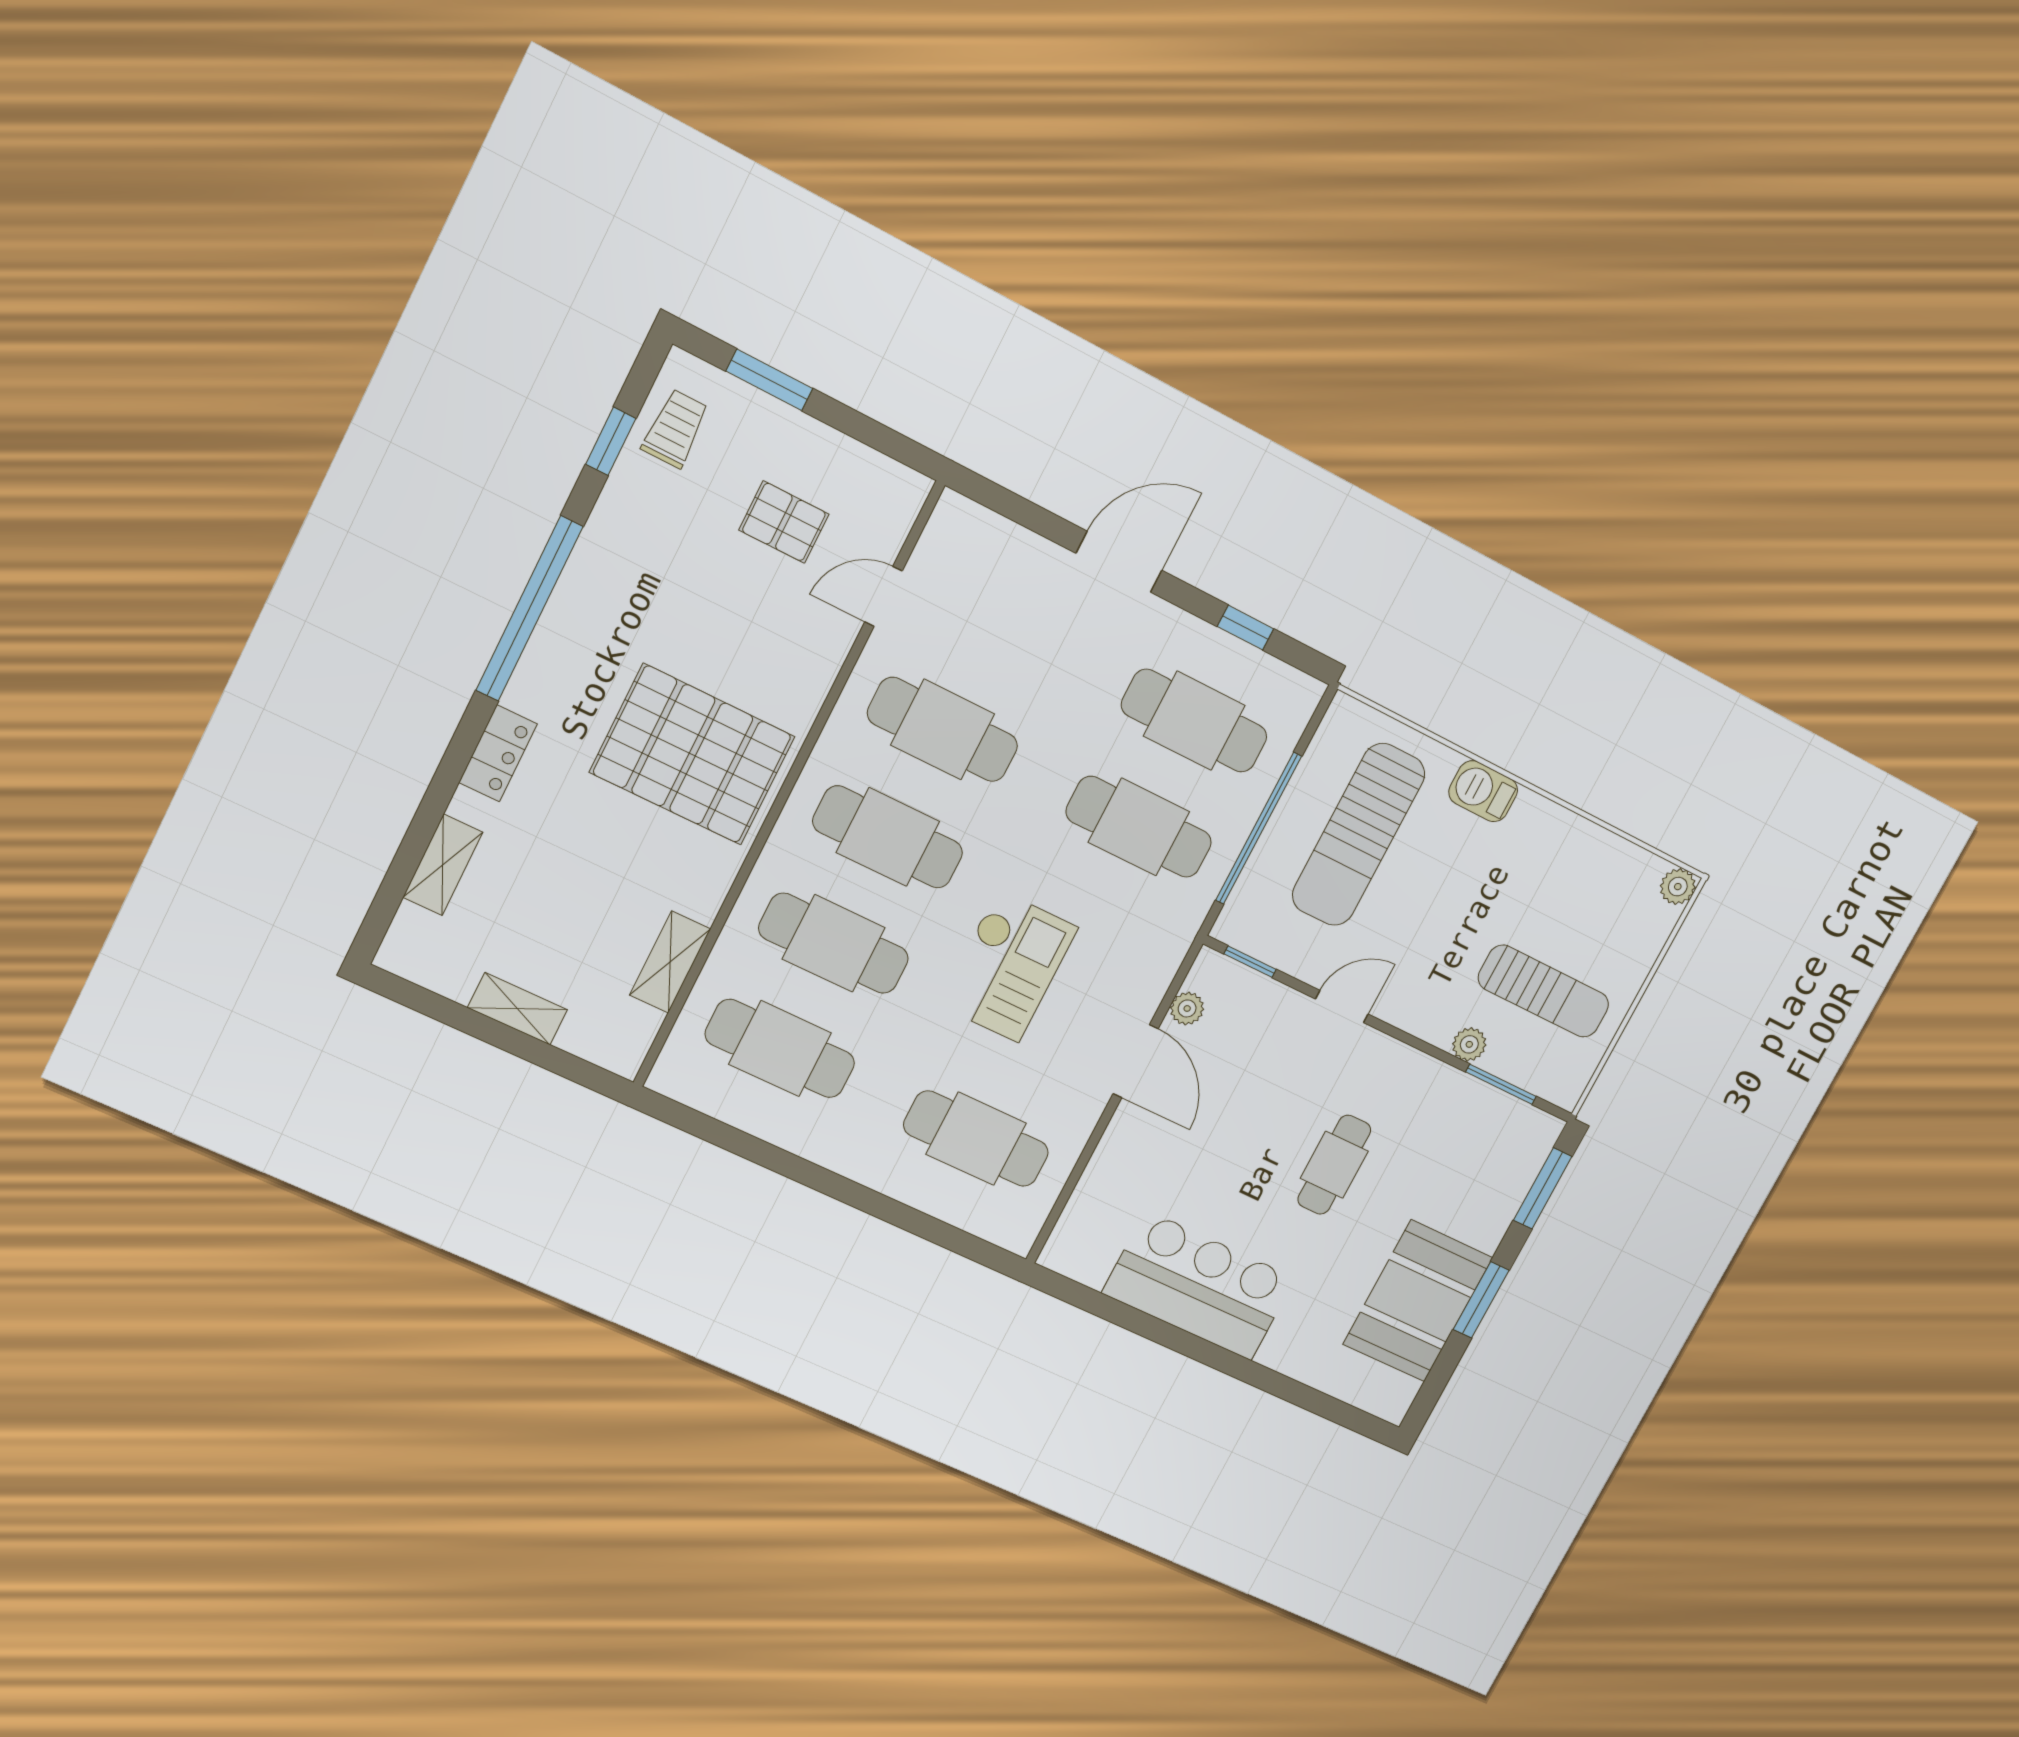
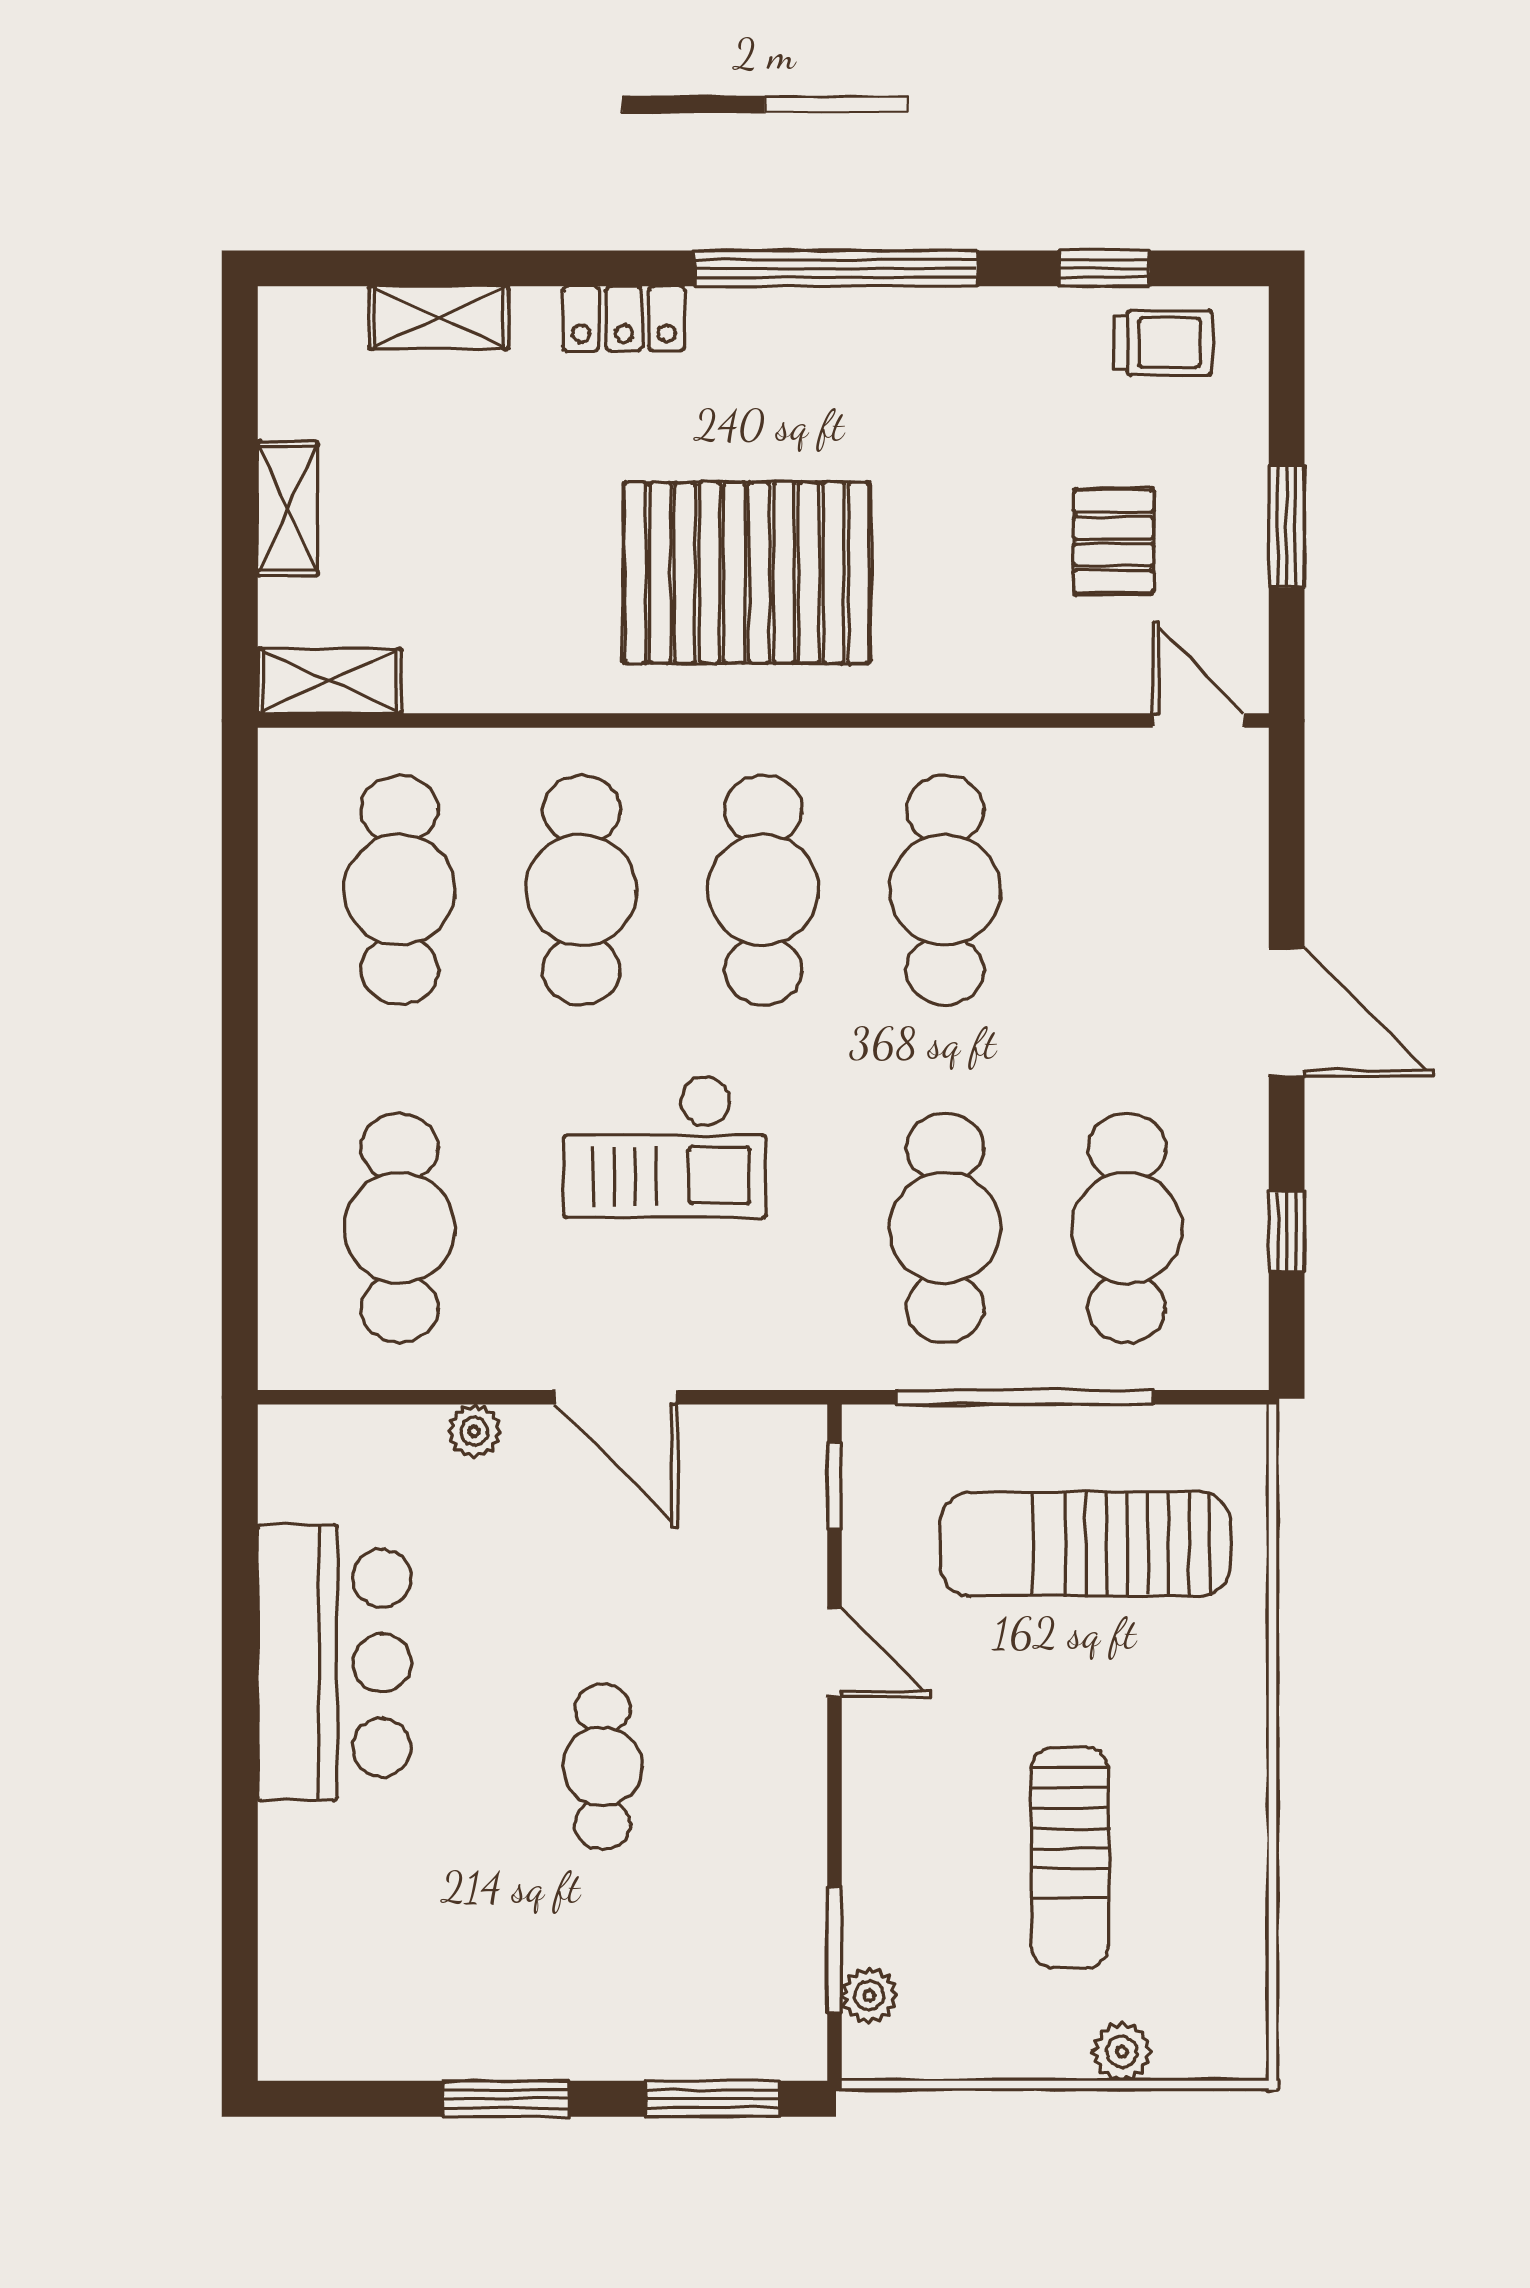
window: (769, 380) -> (1287, 527), moved
door: (883, 596) -> (1199, 721), moved
pallet: (692, 755) -> (747, 573), turned 90
barbecue: (1483, 791) -> (1232, 1690), removed
plant: (1678, 887) -> (1122, 2052), moved
shelving: (670, 962) -> (329, 681), moved
sun lounger: (1544, 991) -> (1070, 1858), moved
plant: (1187, 1008) -> (474, 1431), moved
plant: (1469, 1044) -> (869, 1995), moved
door: (1136, 1061) -> (616, 1397), hinge flipped
cafe table: (1334, 1165) -> (603, 1767), turned 90
booth: (1418, 1301) -> (460, 2003), removed

